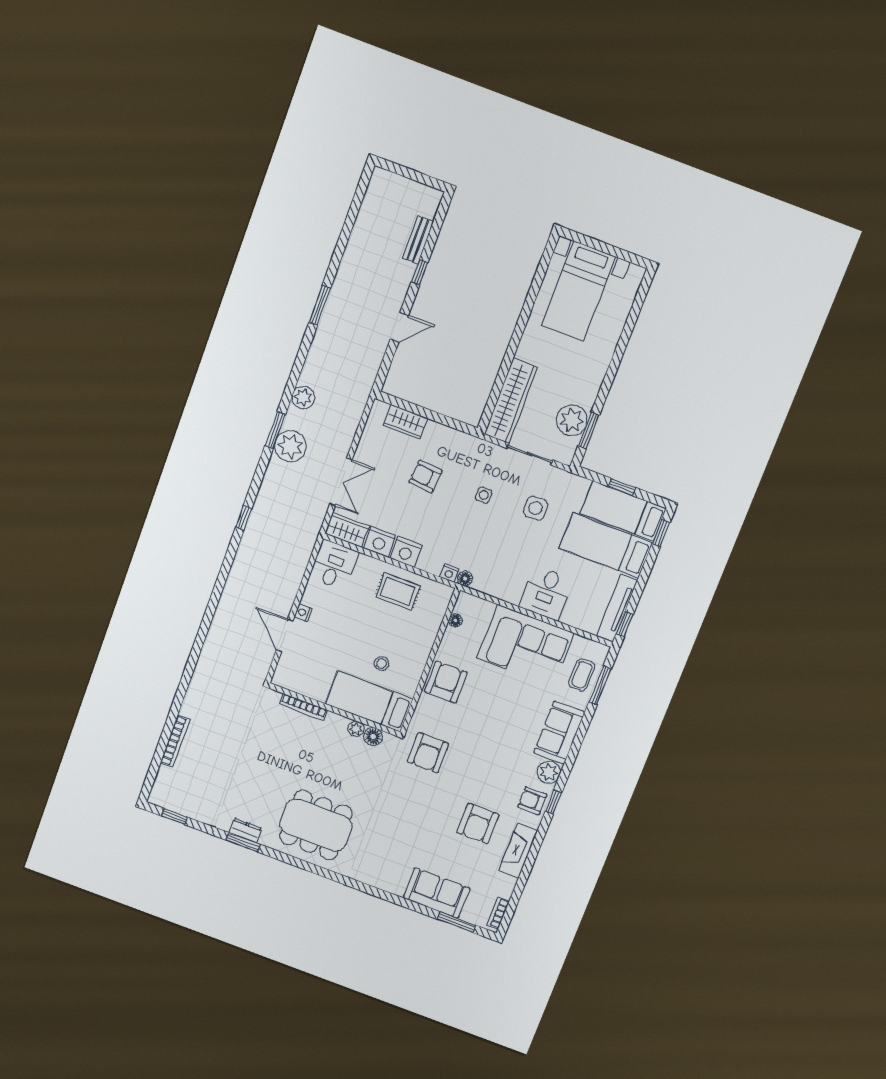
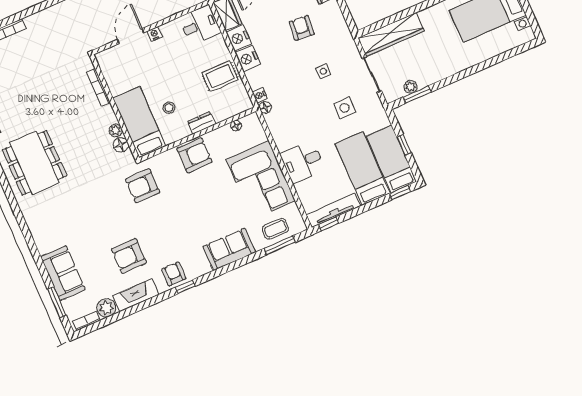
plant: (572, 420) -> (411, 87), width x0.53, depth x0.53
rug: (398, 591) -> (220, 76), turned 90
dresser: (423, 648) -> (201, 123), added
plant: (549, 772) -> (106, 308), moved

